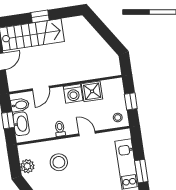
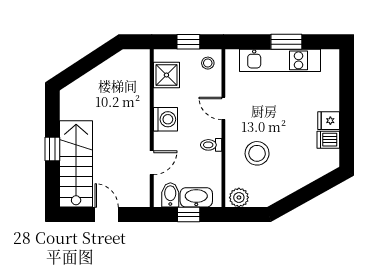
door: (41, 88) -> (152, 163), hinge flipped
shower: (92, 91) -> (166, 75), moved
door: (87, 133) -> (223, 108), hinge flipped
plant: (27, 166) -> (239, 197), moved

